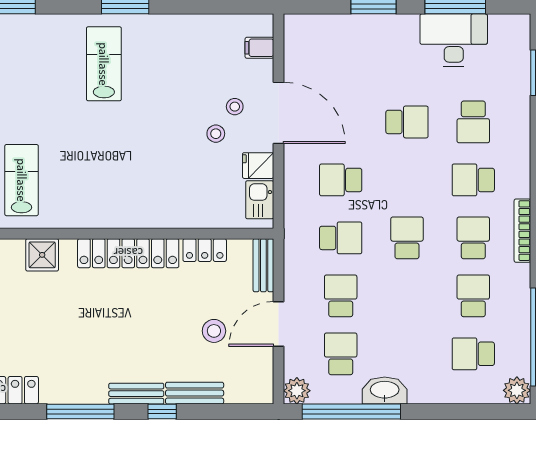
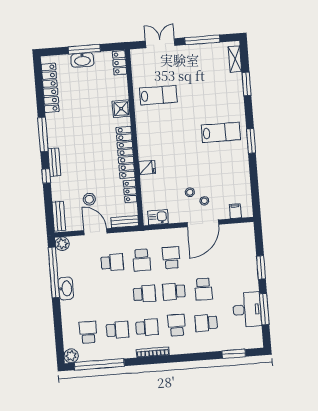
fridge: (258, 166) -> (147, 168), moved, turned 90
school desk: (341, 354) -> (174, 291), moved, turned 180
bench: (195, 393) -> (59, 216), moved

